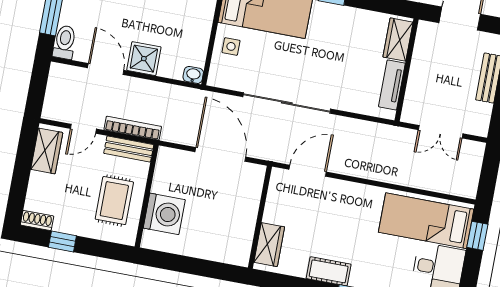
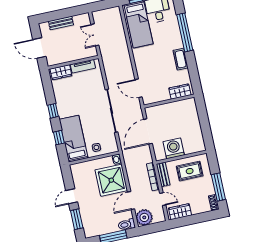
shower: (144, 59) -> (111, 180), width x1.86, depth x1.86
plant: (64, 80) -> (144, 217), added
double door: (441, 132) -> (95, 35), swing flipped
washing machine: (164, 214) -> (174, 148), moved
window: (62, 241) -> (218, 187), width x2.17

